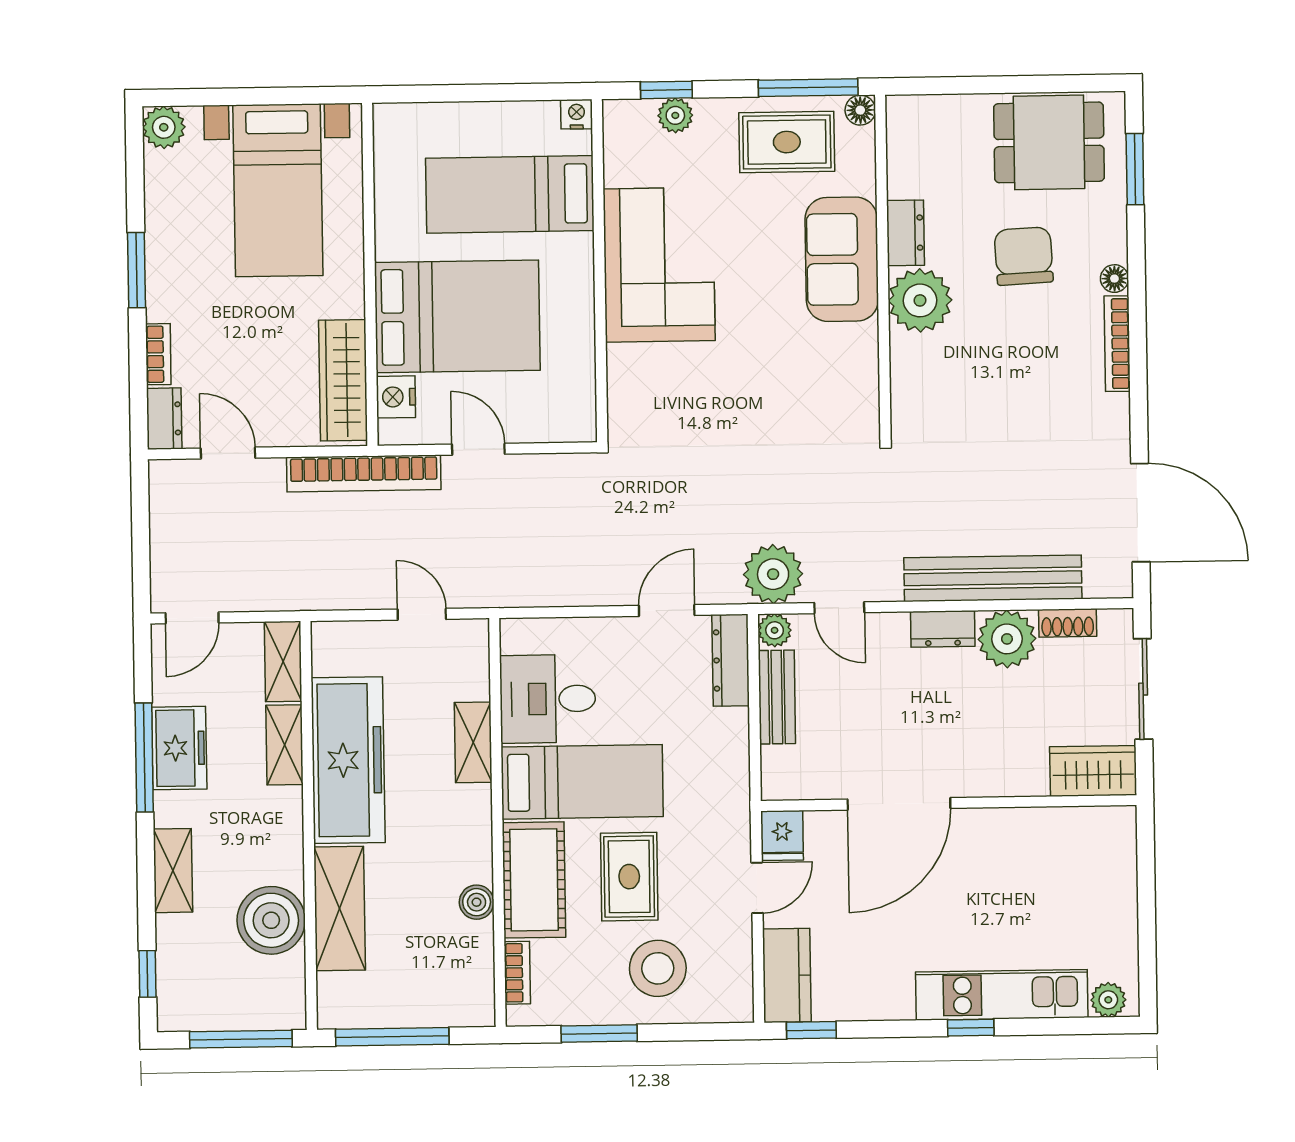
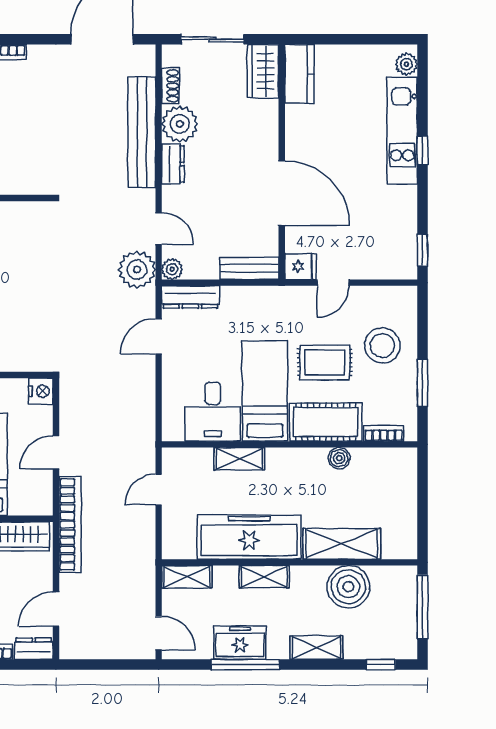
nightstand: (396, 397) -> (41, 391), moved, turned -90
door: (839, 608) -> (159, 228), hinge flipped
door: (667, 610) -> (159, 336), hinge flipped
bench: (777, 697) -> (249, 268), moved
shelving: (284, 745) -> (264, 577), moved
door: (757, 888) -> (333, 283), swing flipped
kitchen counter: (787, 975) -> (300, 74), moved, turned 90
window: (392, 1037) -> (422, 512), removed

